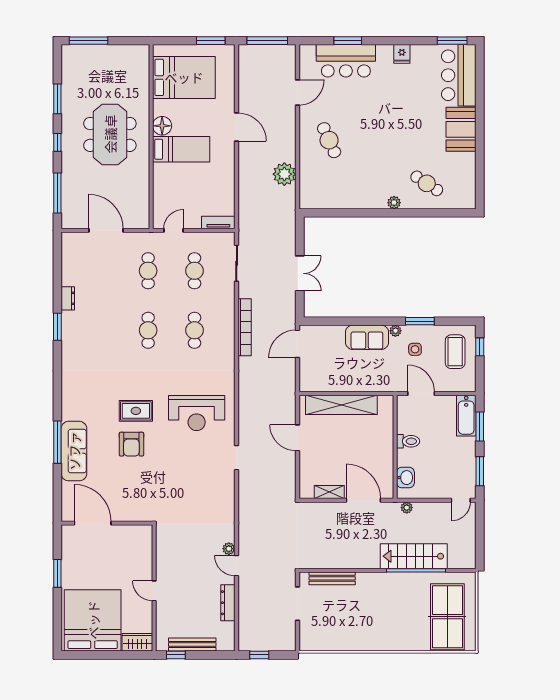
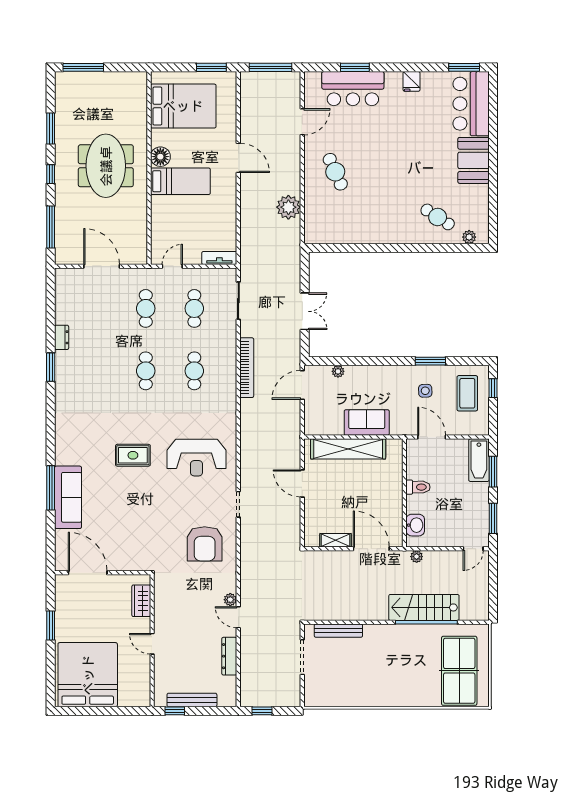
plant: (394, 203) -> (469, 237), moved
plant: (395, 331) -> (338, 371), moved
sofa: (367, 337) -> (367, 423), moved, turned 180
armchair: (131, 444) -> (205, 544), moved, width x1.36, depth x1.36
wardrobe: (137, 642) -> (141, 601), moved, turned -90

